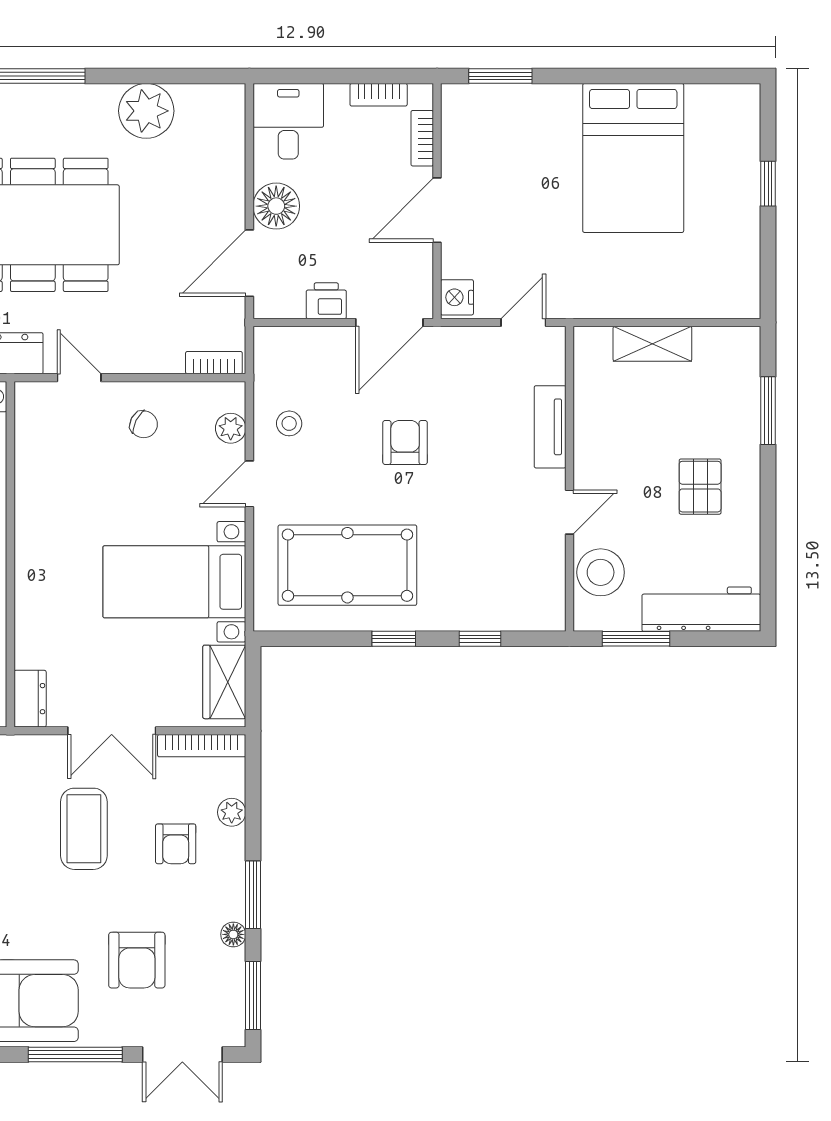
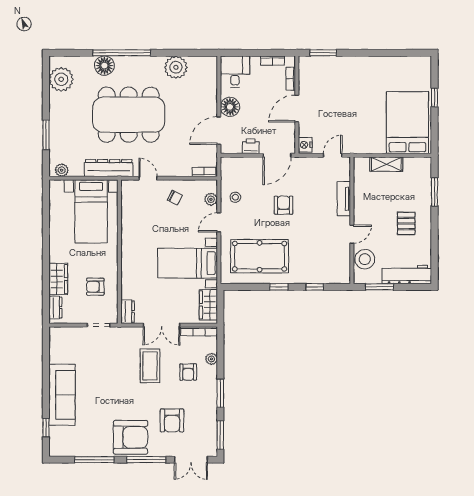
bed: (633, 158) -> (407, 123), moved, turned 180
floor lamp: (233, 934) -> (212, 410), removed

